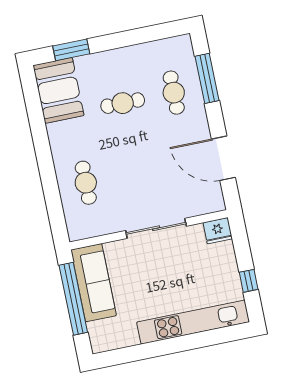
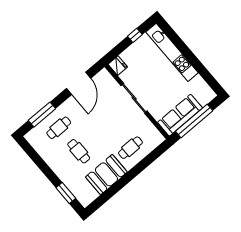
booth: (59, 90) -> (106, 174), moved

